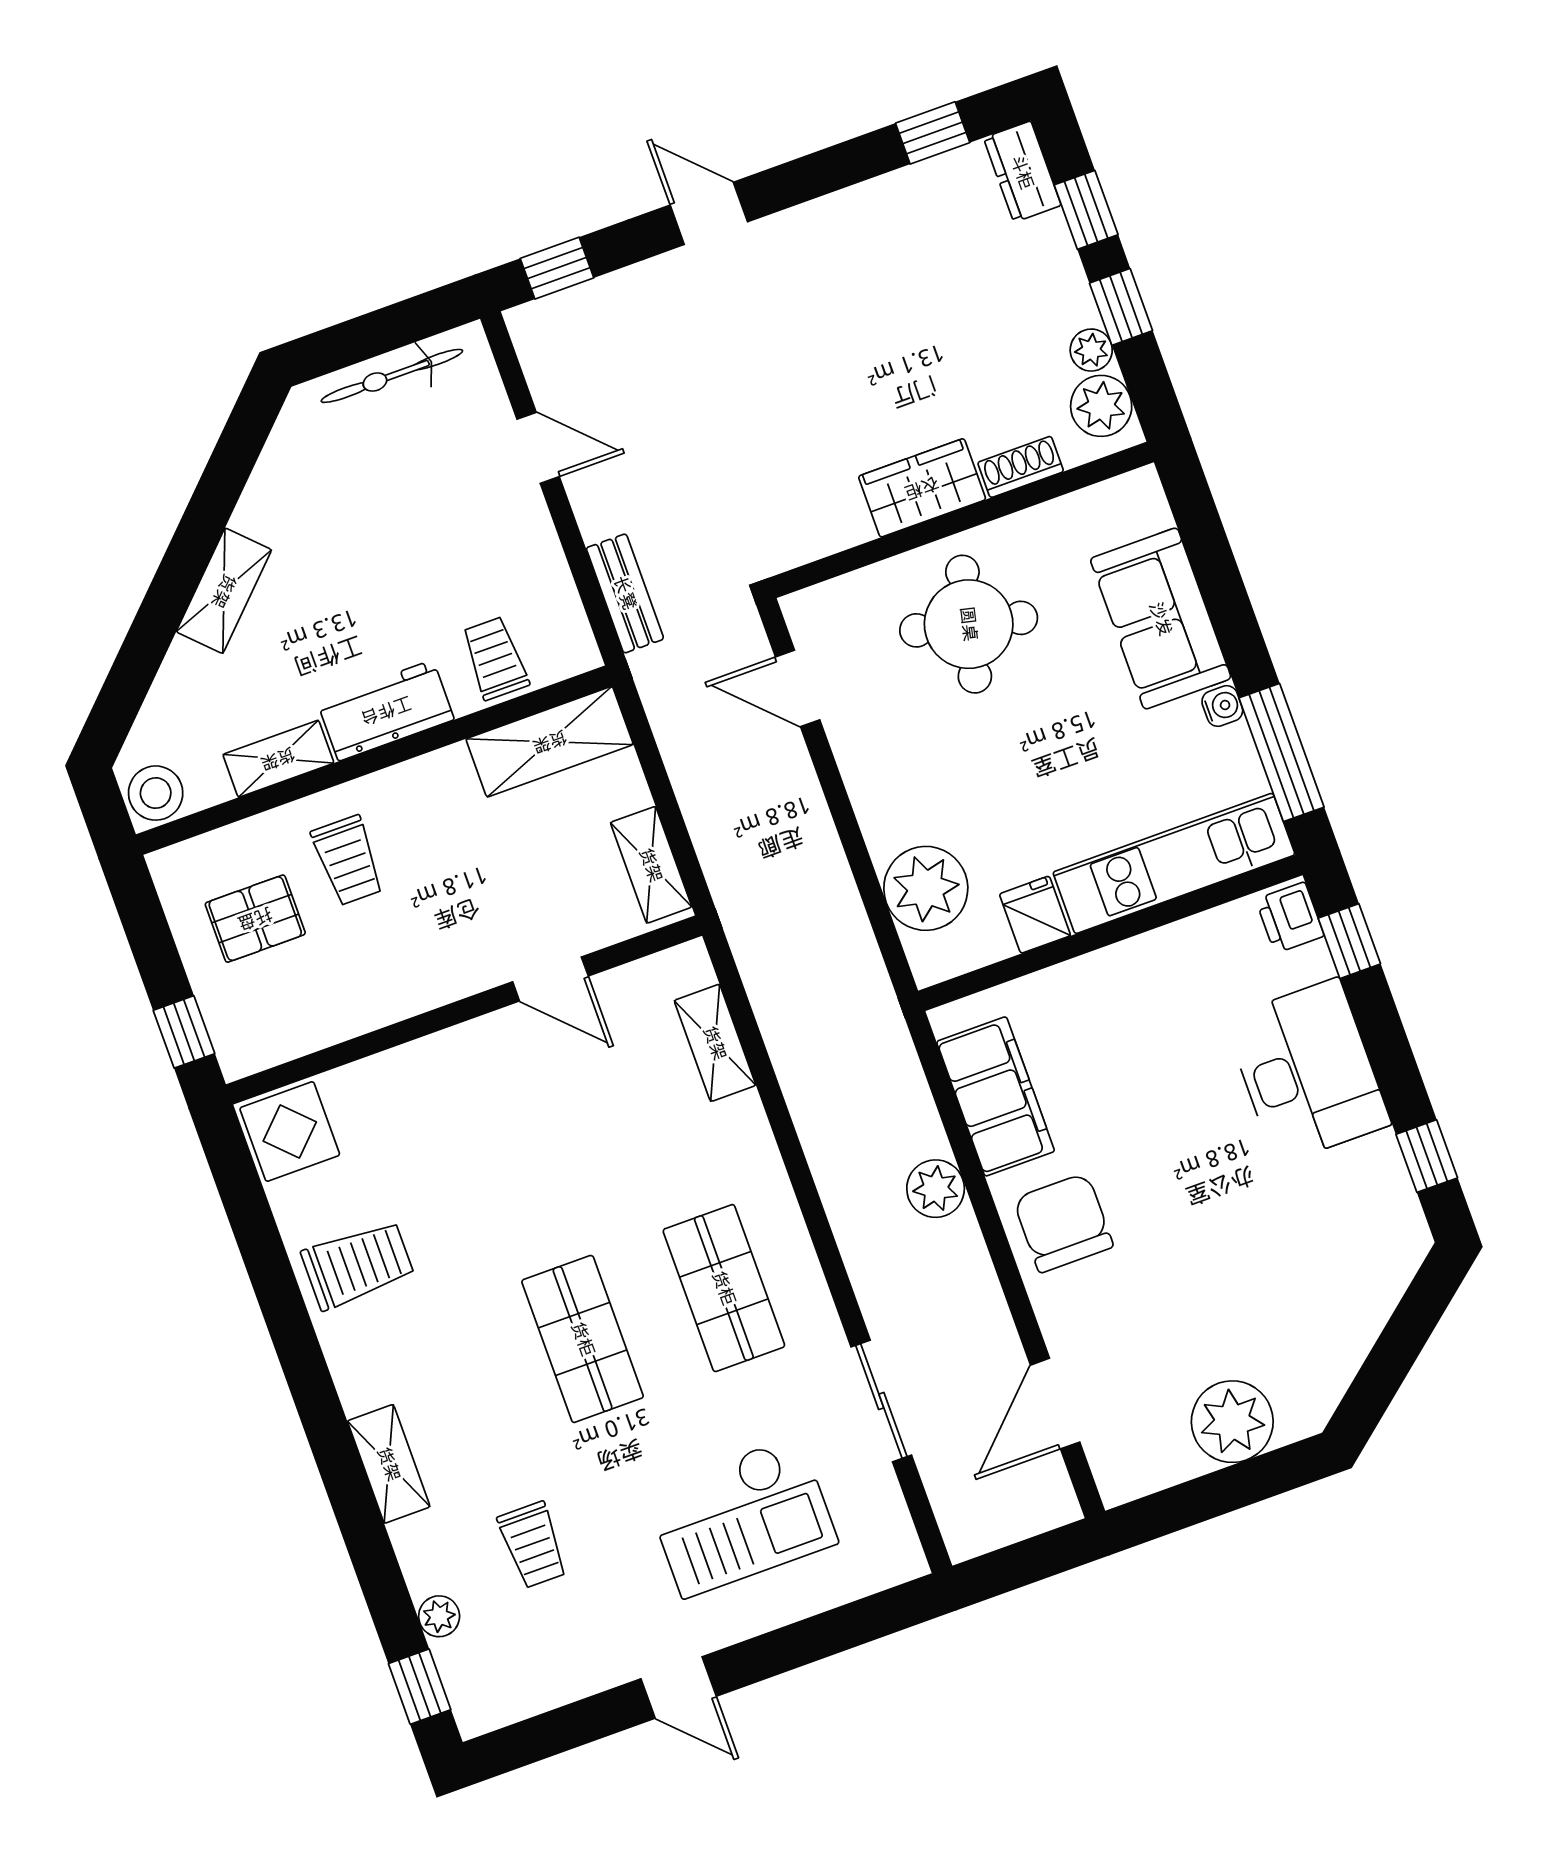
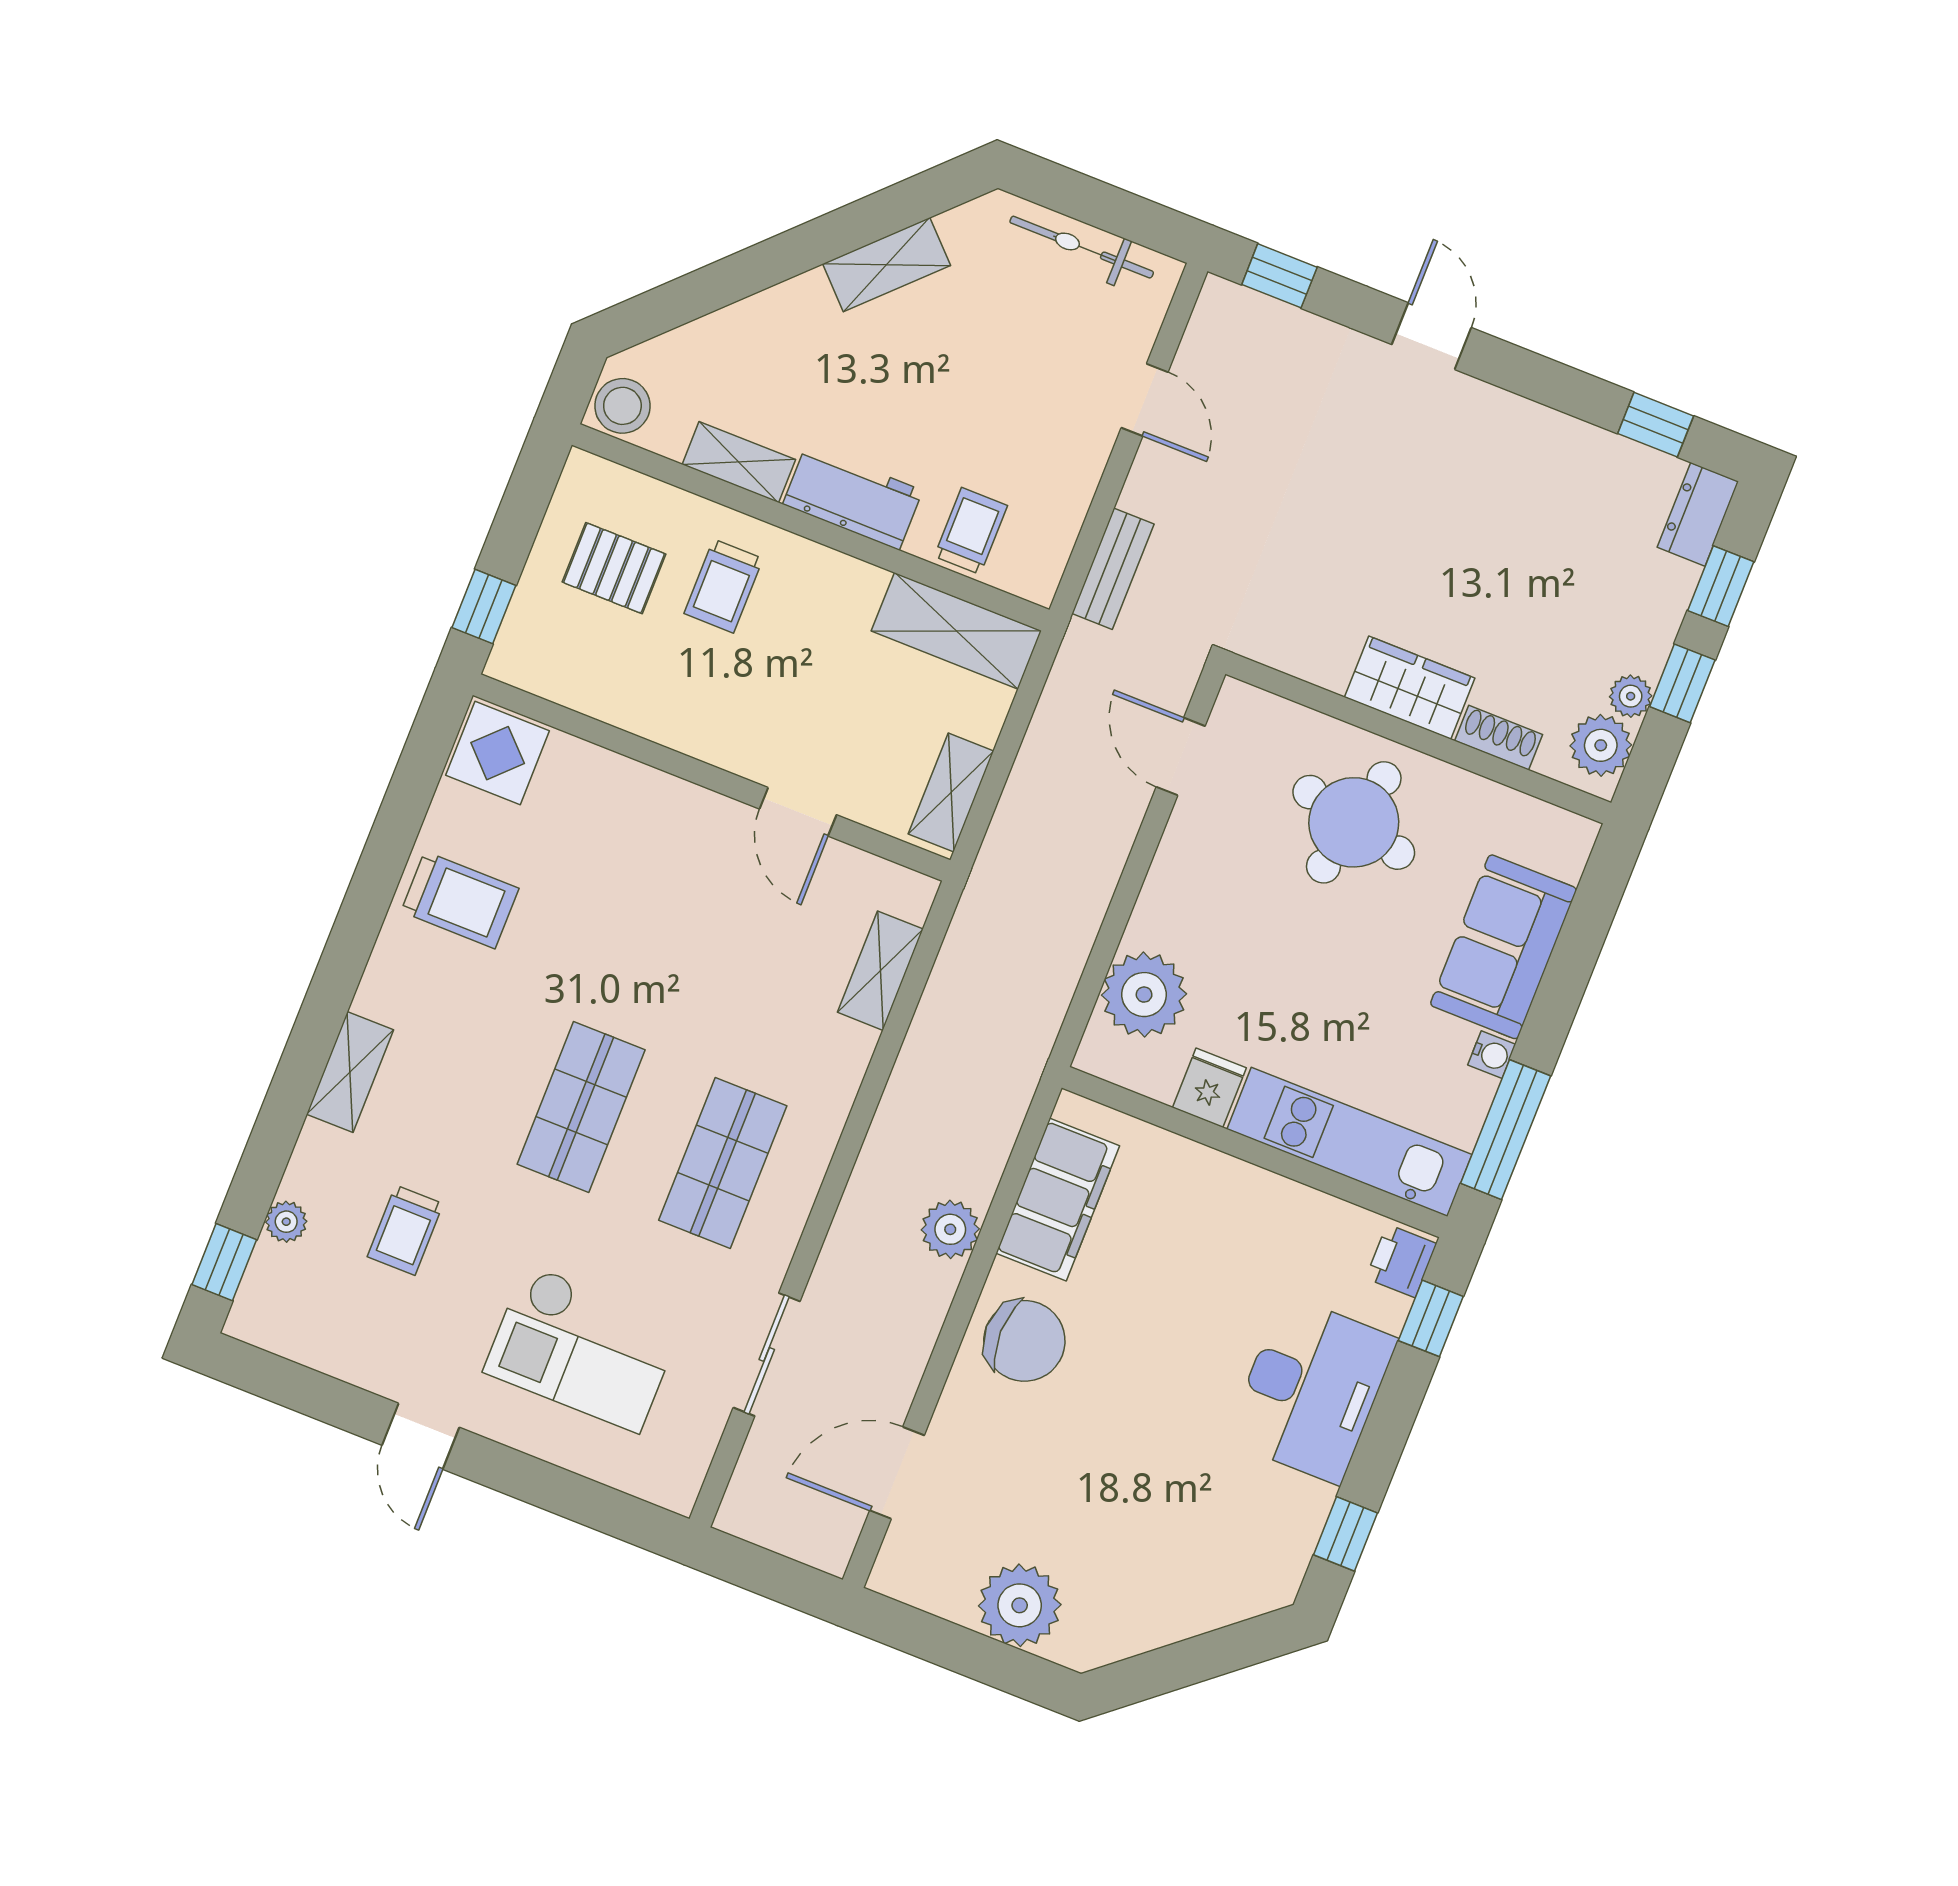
shelving: (224, 591) -> (887, 265), moved
chair: (1063, 1223) -> (1024, 1341), turned 90

